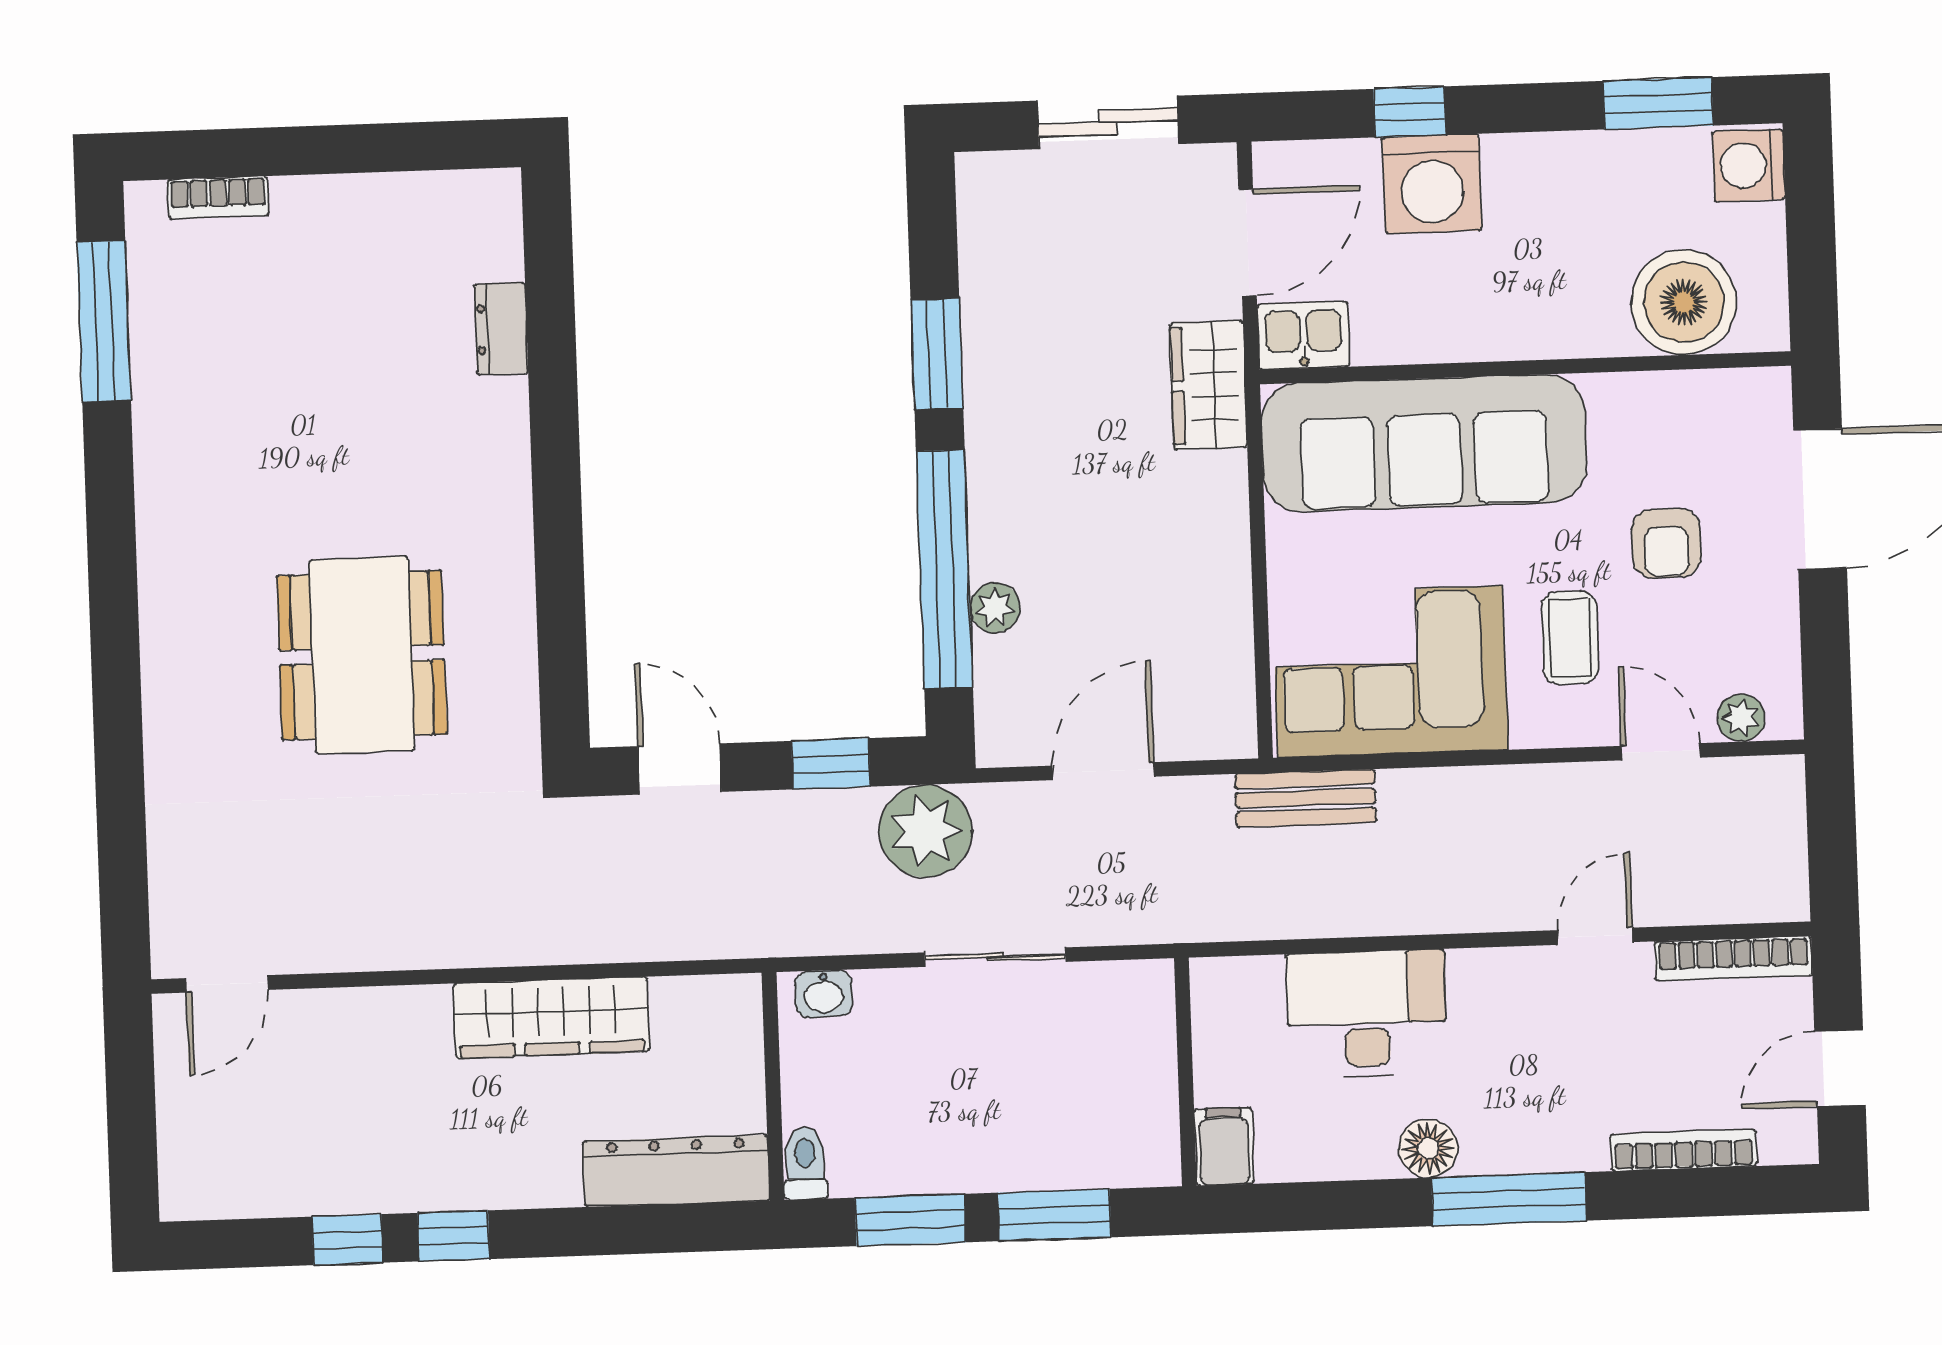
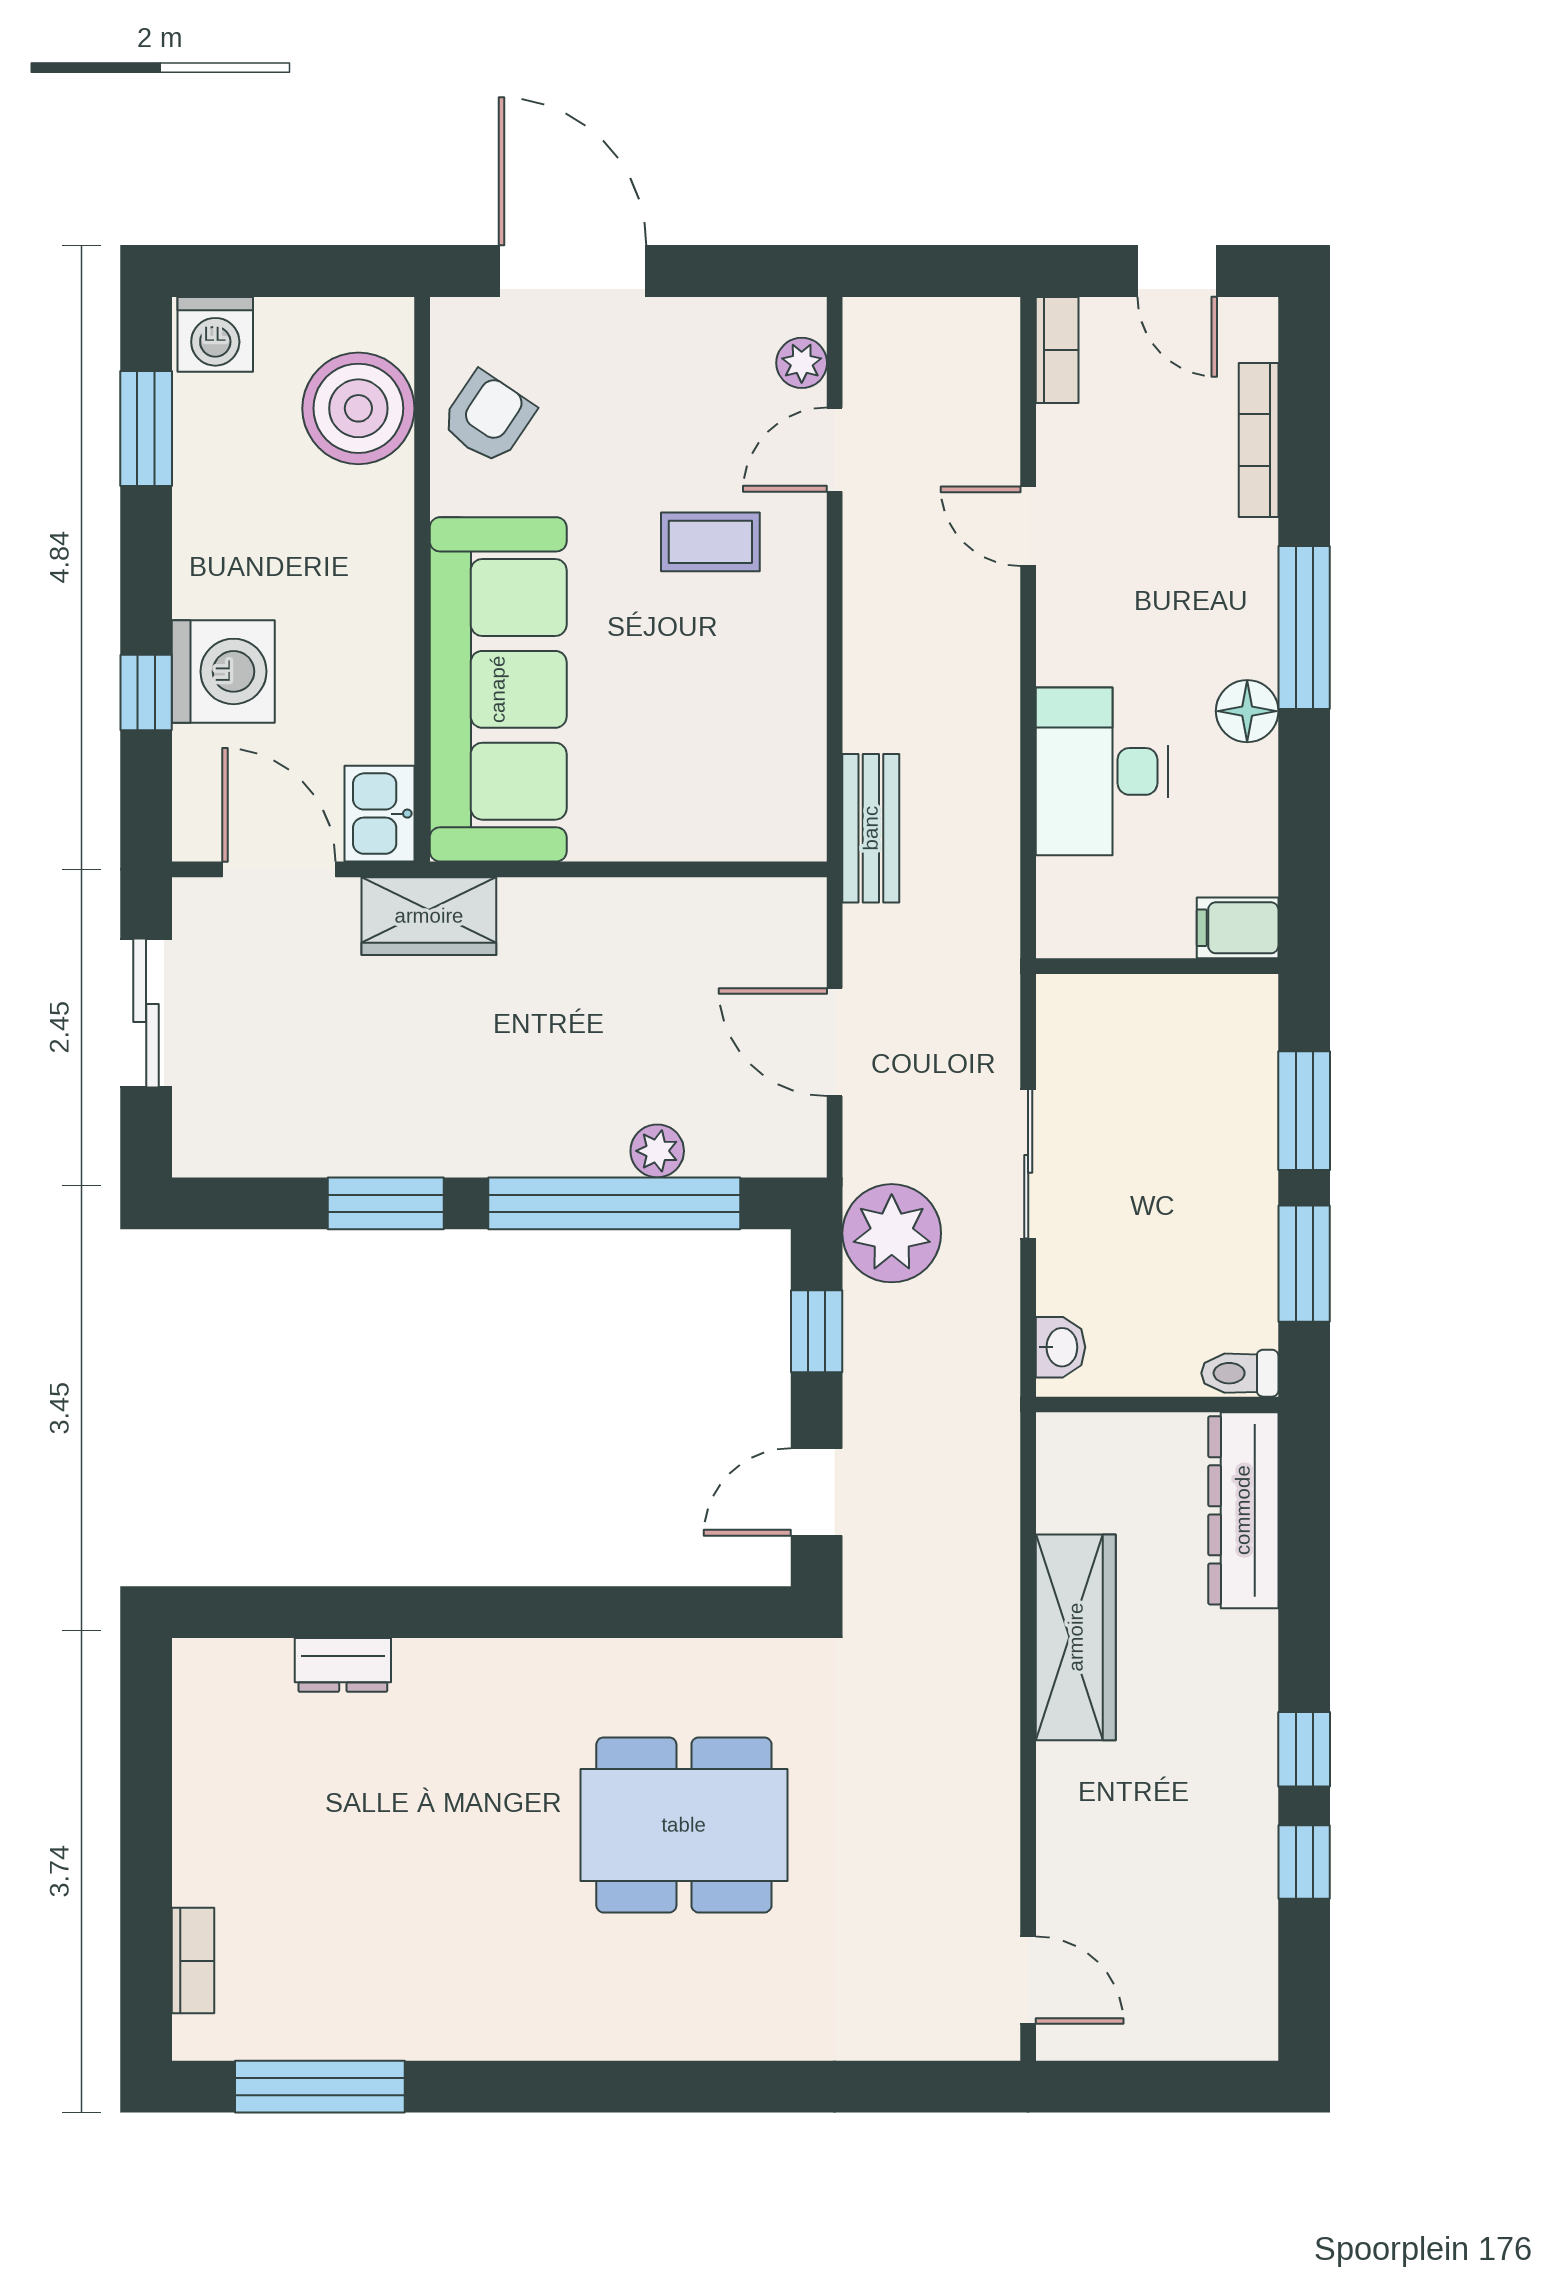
armchair: (1666, 543) -> (488, 417), moved, turned -56
corner sofa: (1390, 672) -> (740, 734), removed
bookcase: (1734, 959) -> (1057, 350), width x0.64

